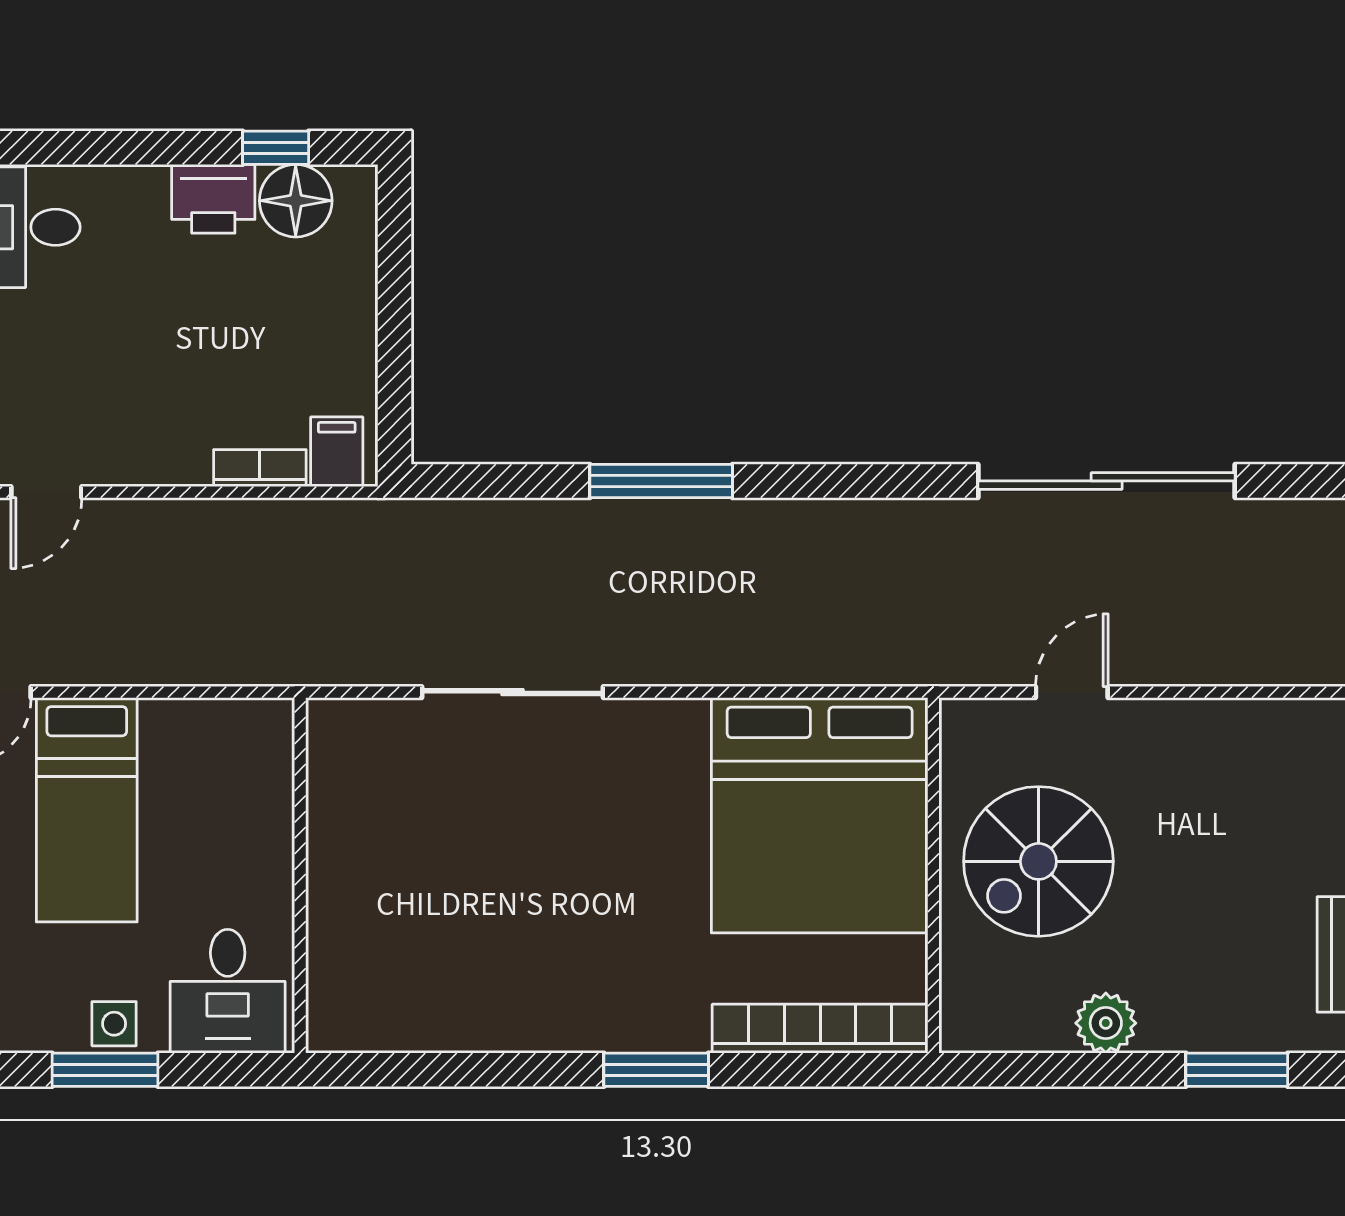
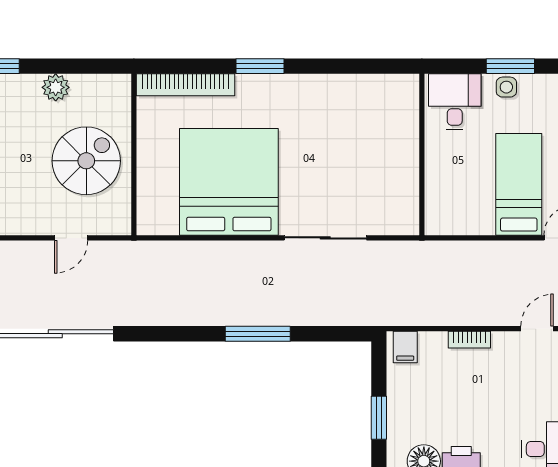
window: (395, 296) -> (379, 418), added
bookcase: (260, 468) -> (469, 340), moved
bed: (820, 815) -> (229, 182), moved

